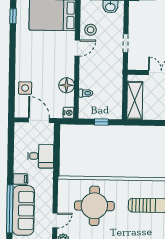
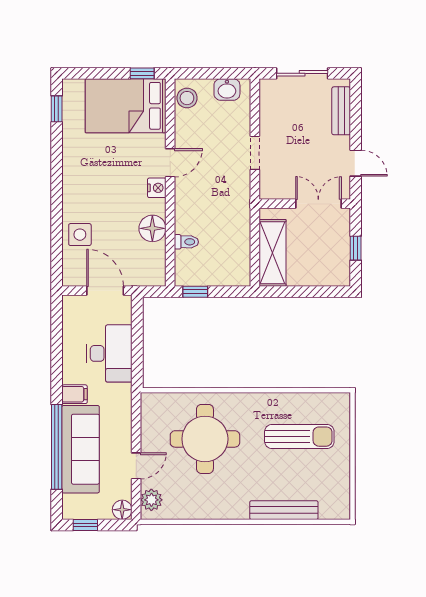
stool: (91, 30) -> (187, 98), moved
nightstand: (68, 113) -> (157, 188), moved
window: (101, 122) -> (195, 292), moved
desk: (41, 156) -> (109, 353), width x1.37

